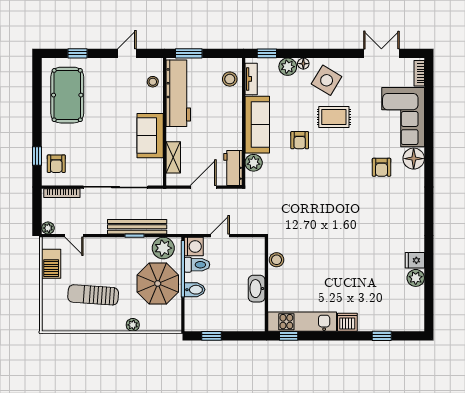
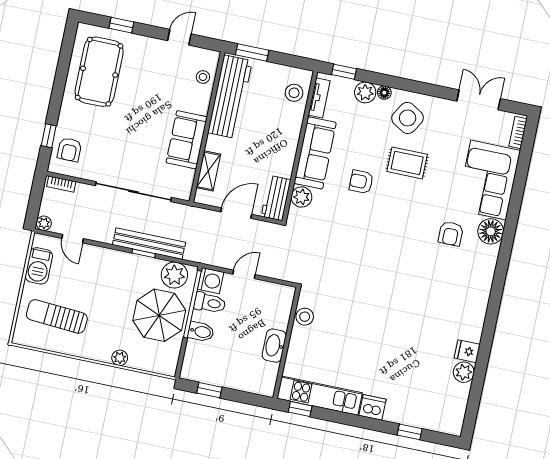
armchair: (300, 140) -> (361, 182), turned 90
bookcase: (62, 193) -> (61, 184), width x0.64
sun lounger: (93, 295) -> (57, 316), moved

